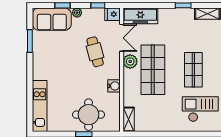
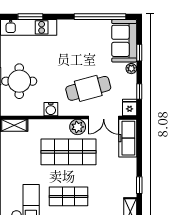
window: (30, 41) -> (100, 17), width x2.11
cafe table: (95, 52) -> (88, 88), width x1.37, depth x1.35
window: (30, 104) -> (30, 17), added

